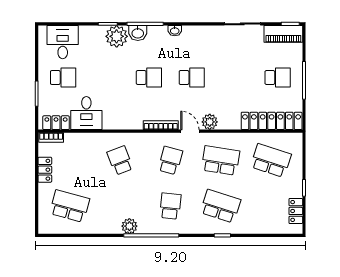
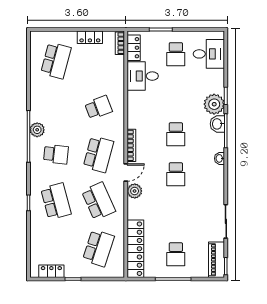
school desk: (170, 160) -> (98, 154), width x1.85
school desk: (221, 160) -> (98, 201), turned -33
school desk: (221, 206) -> (56, 201), turned -33
plant: (129, 226) -> (37, 130), moved

